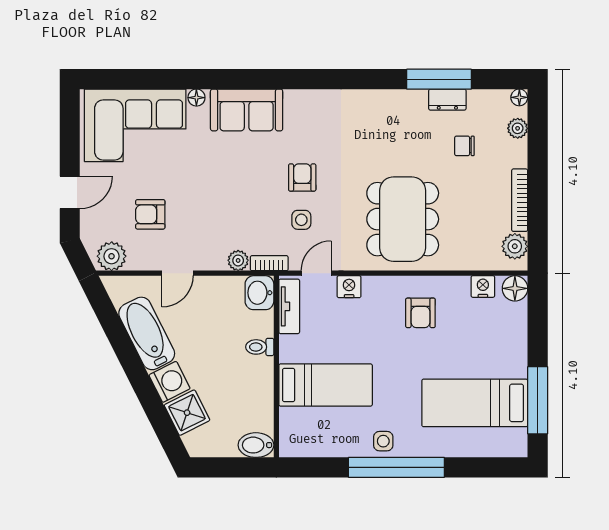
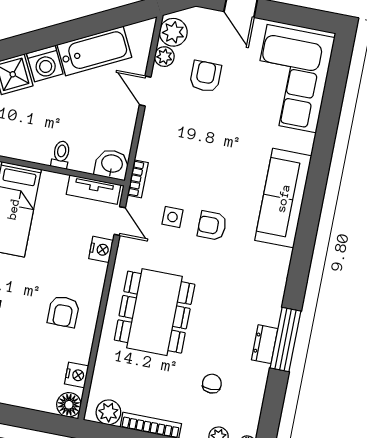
window: (439, 79) -> (286, 339), moved
floor lamp: (196, 98) -> (306, 141), removed
dresser: (447, 100) -> (265, 344), moved
sofa: (247, 110) -> (283, 198), width x1.36
armchair: (302, 177) -> (212, 226), turned 180
dining table: (403, 219) -> (155, 312), turned 90
plant: (238, 260) -> (164, 57), moved
armchair: (420, 313) -> (63, 312), turned -90

